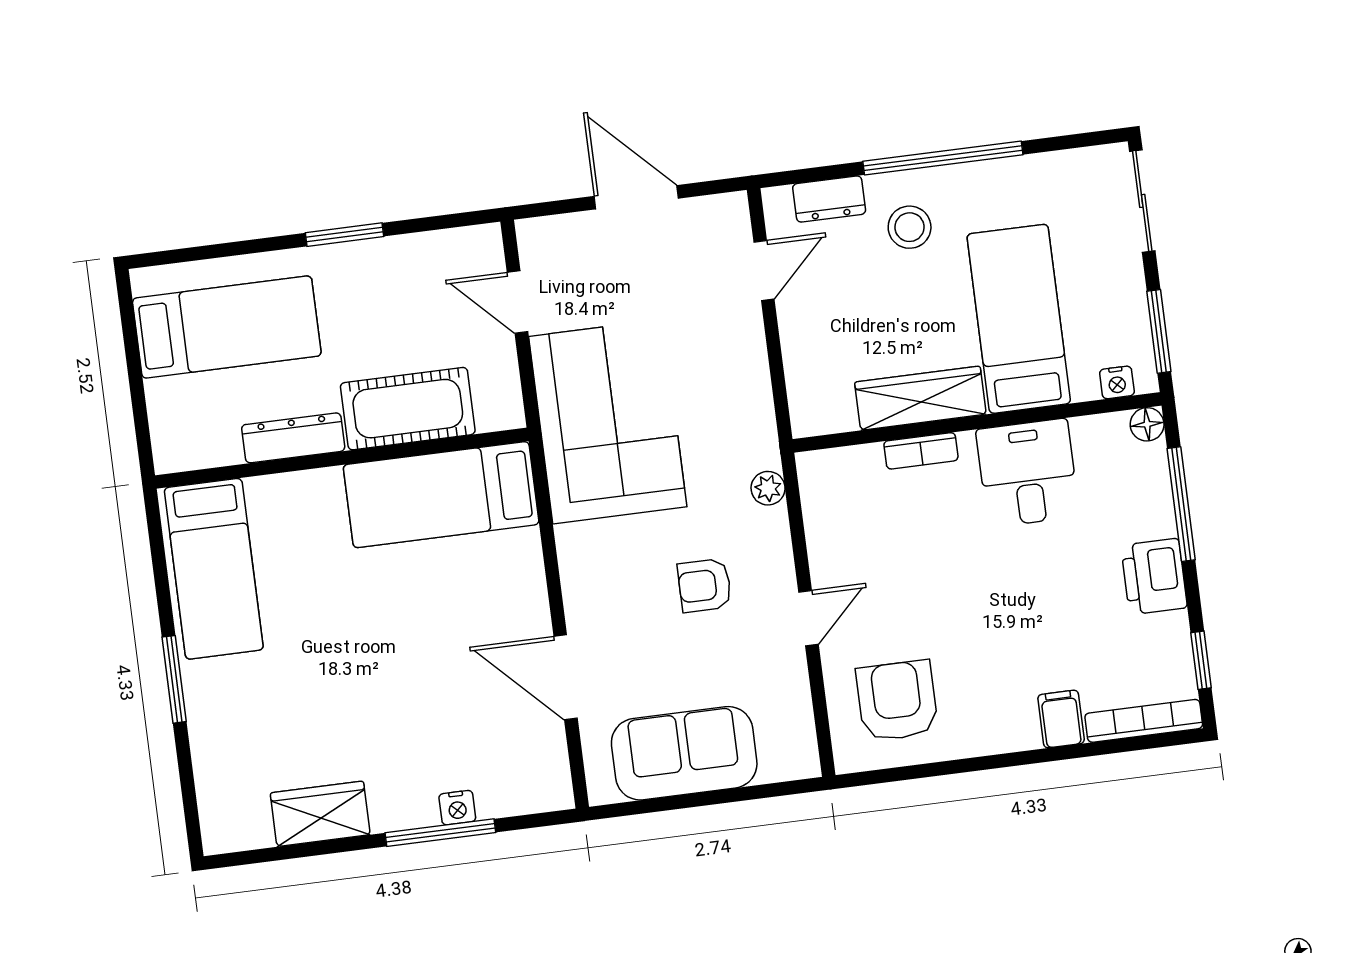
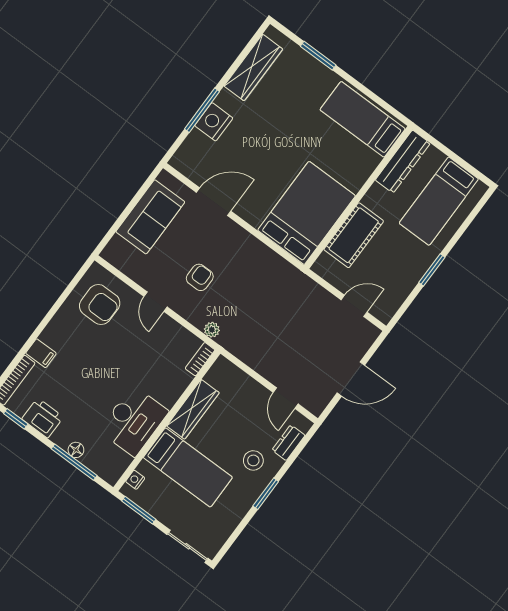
window: (943, 158) -> (266, 494), width x0.47
corner sofa: (608, 422) -> (285, 298), removed
floor lamp: (1147, 424) -> (76, 450), moved
dresser: (293, 438) -> (403, 162), moved, width x1.37, depth x1.24
bookcase: (921, 451) -> (200, 359), moved
desk: (1028, 473) -> (134, 421), width x1.37
bed: (441, 495) -> (307, 213), width x1.50
printer: (1154, 577) -> (43, 418), moved
window: (174, 679) -> (318, 56), moved
nightstand: (457, 808) -> (214, 122), width x1.89, depth x1.79
wardrobe: (320, 814) -> (253, 68), width x1.50

